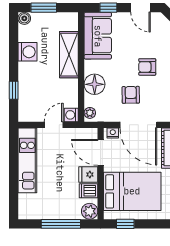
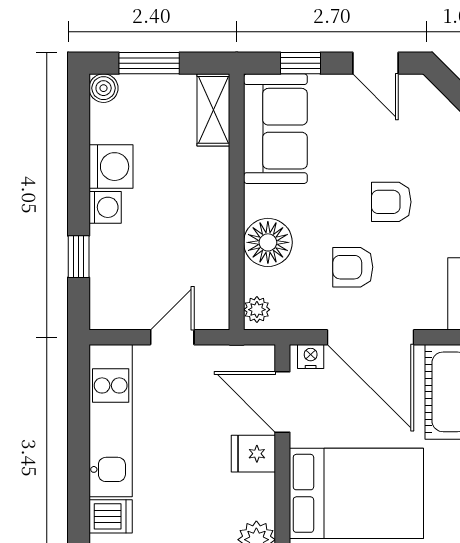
shelving: (69, 55) -> (213, 110), moved, width x0.67, depth x0.75
armchair: (131, 95) -> (353, 267), turned -89
washing machine: (71, 115) -> (105, 207), moved, turned 180
dishwasher: (89, 191) -> (111, 516), moved, turned 180

